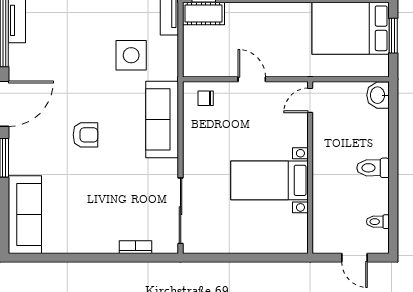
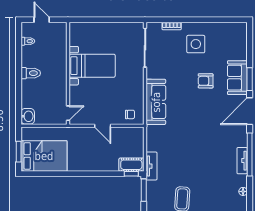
side table: (131, 55) -> (196, 44), moved
armchair: (85, 135) -> (206, 81), moved
sofa: (25, 215) -> (237, 78), moved, width x0.73

